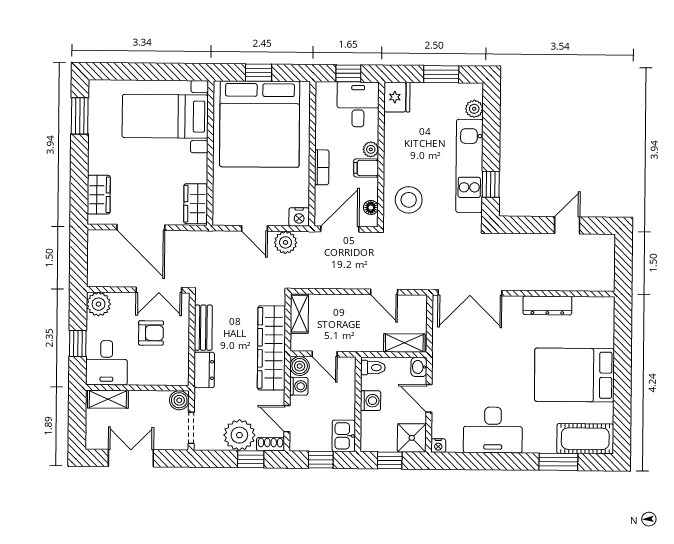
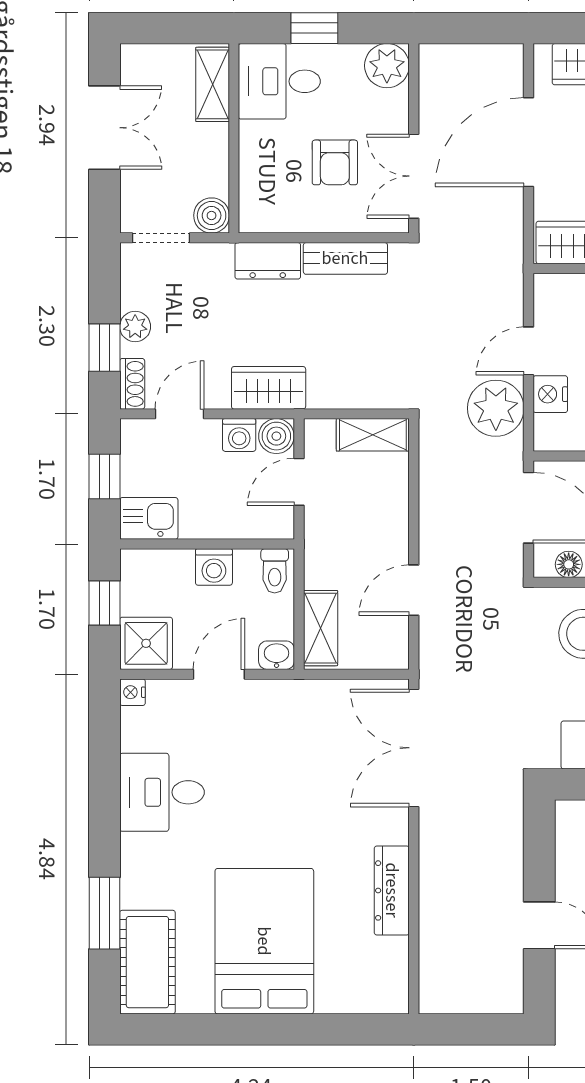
nightstand: (299, 217) -> (550, 394), moved
plant: (286, 242) -> (496, 408), width x1.36, depth x1.36
wardrobe: (272, 348) -> (269, 388), width x0.48, depth x0.85
desk: (493, 430) -> (162, 792), width x0.73
plant: (239, 435) -> (135, 327), width x0.53, depth x0.53

